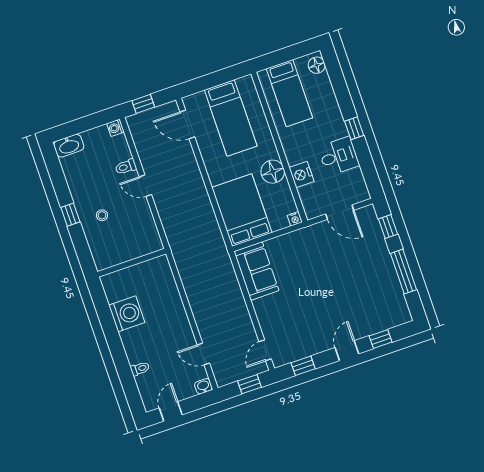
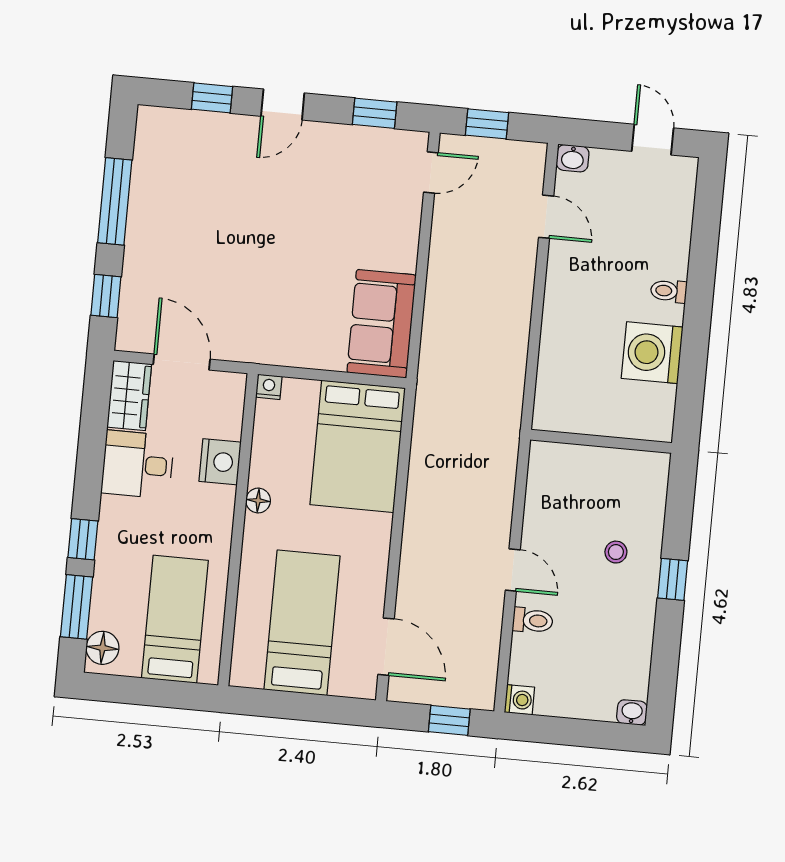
window: (337, 78) -> (77, 607), added
window: (354, 128) -> (83, 539), moved
washbasin: (69, 146) -> (632, 712), width x0.52, depth x0.69
floor lamp: (273, 172) -> (258, 501), width x0.53, depth x0.53
wardrobe: (357, 186) -> (129, 396), added
toilet: (140, 369) -> (669, 291), moved
door: (171, 411) -> (653, 140), swing flipped

